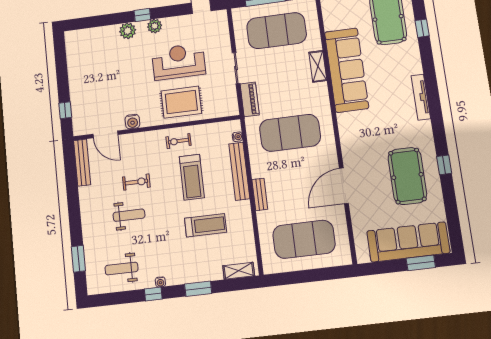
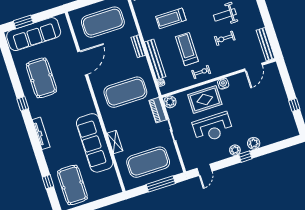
plant: (230, 108) -> (170, 102), added
window: (65, 110) -> (294, 105), moved
water cooler: (132, 122) -> (223, 84), moved
door: (105, 134) -> (253, 67), swing flipped
window: (444, 165) -> (23, 104), moved

